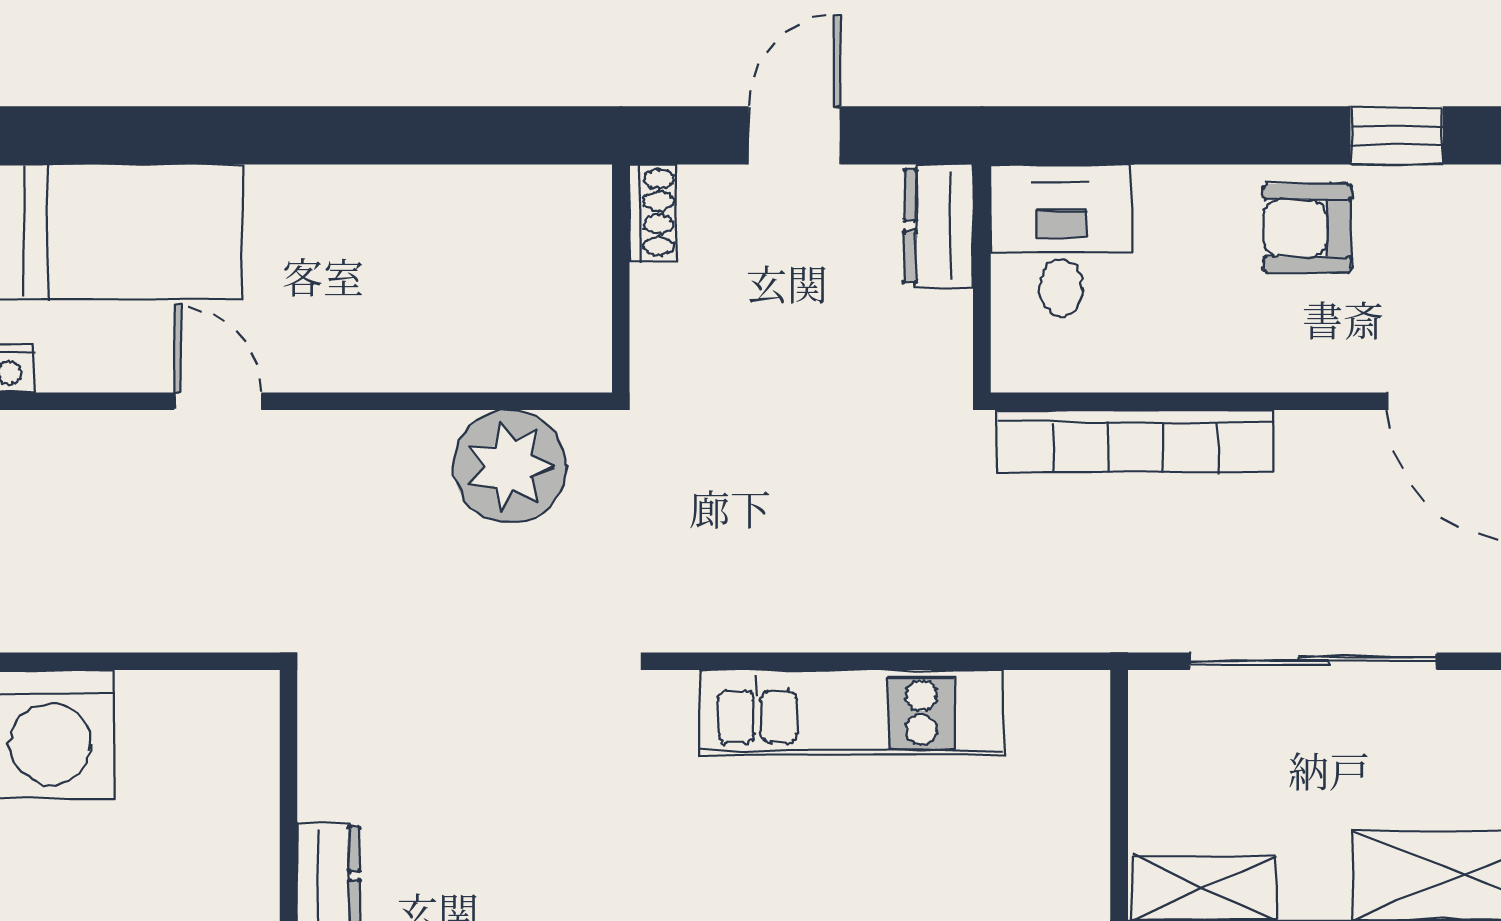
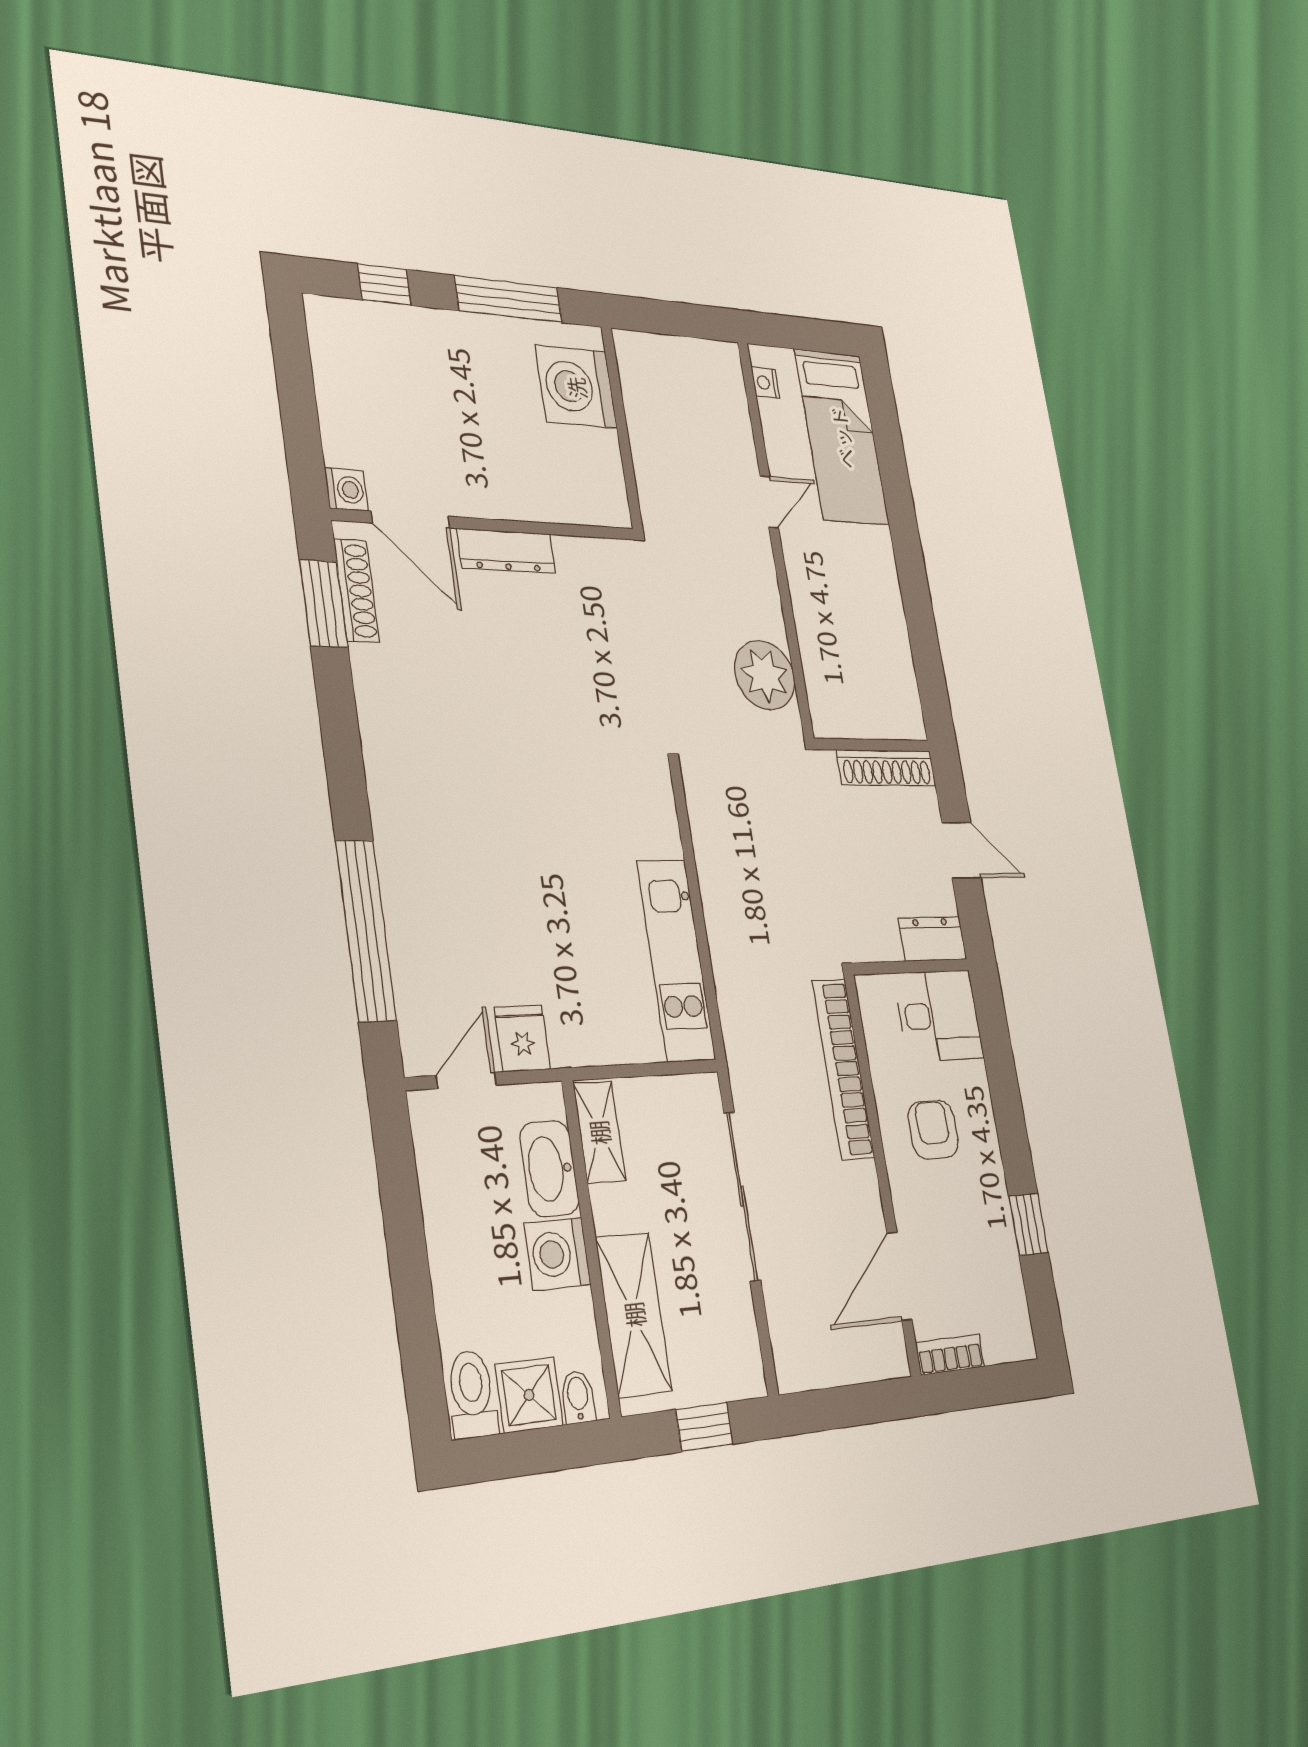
shoe rack: (653, 213) -> (886, 768), width x1.94, depth x1.24
armchair: (1307, 228) -> (933, 1130), moved
kitchen unit: (852, 713) -> (676, 960), moved

